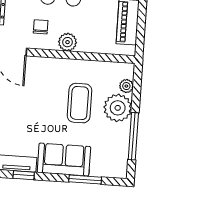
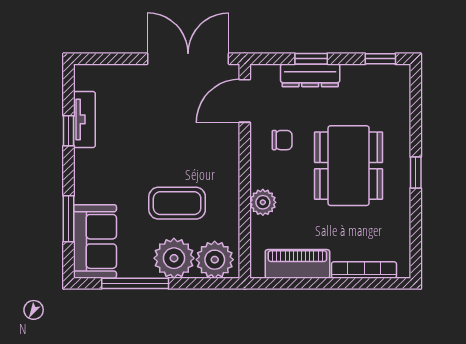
plant: (68, 42) -> (263, 202), moved
plant: (126, 86) -> (215, 260), width x1.88, depth x1.88
sofa: (64, 160) -> (95, 241), moved

